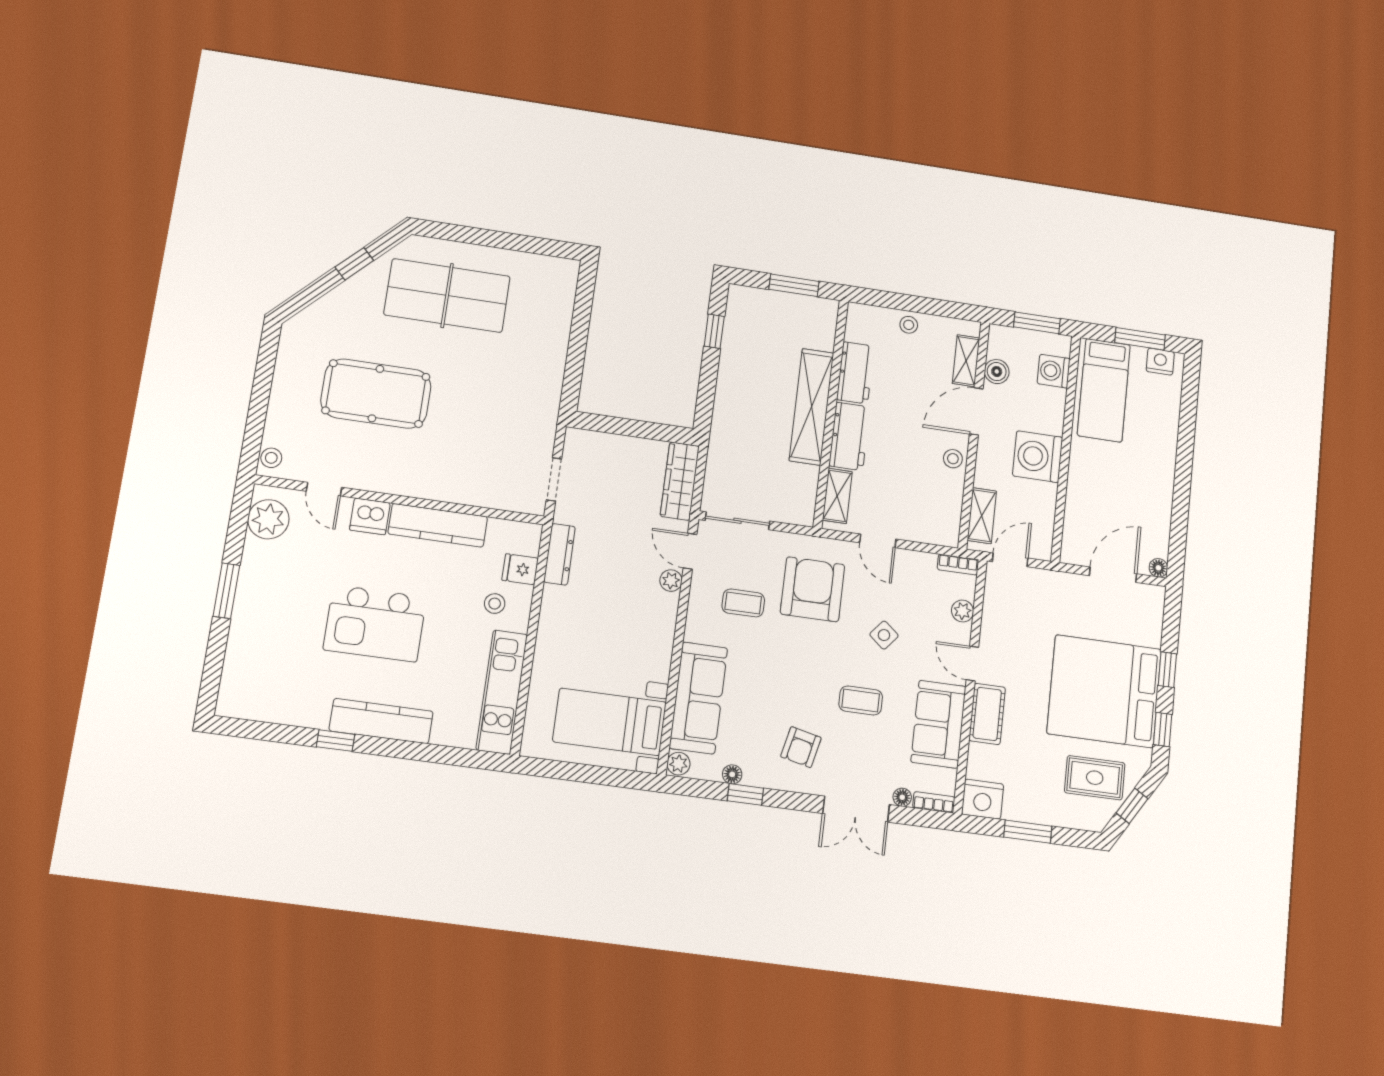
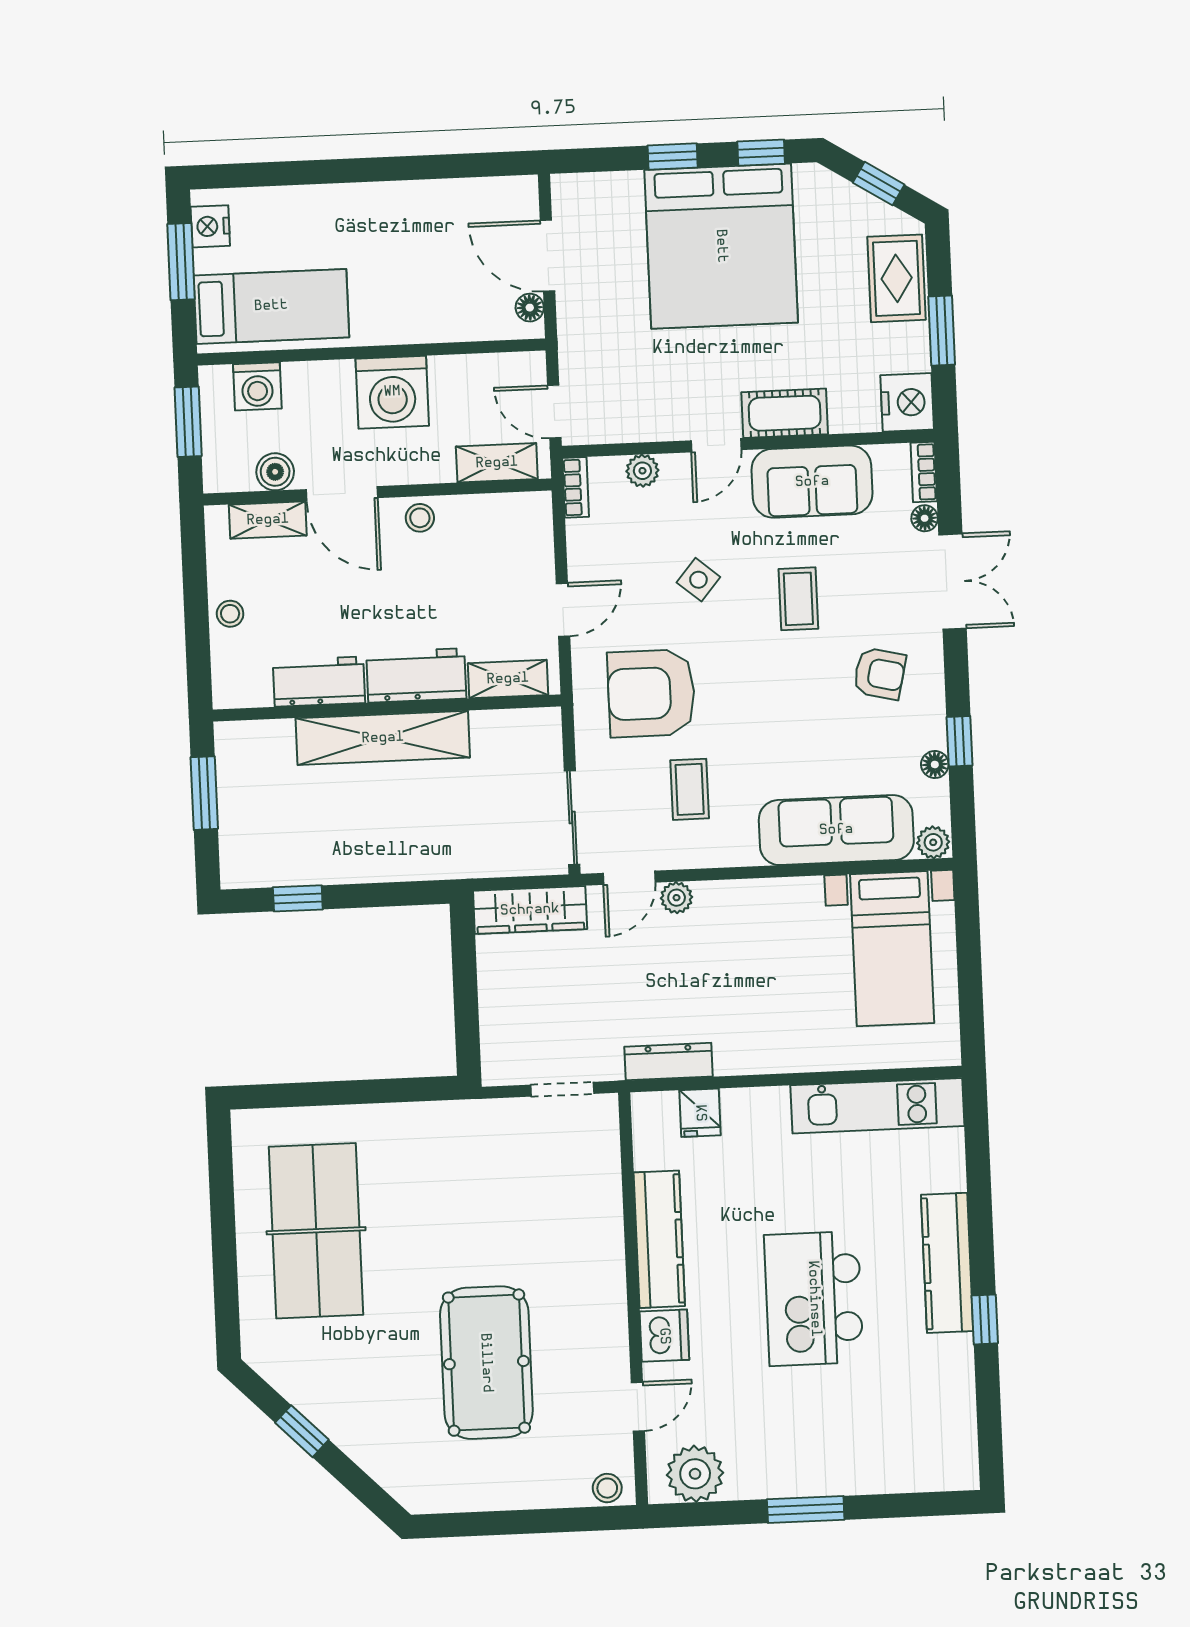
table tennis table: (447, 296) -> (316, 1231), moved
floor lamp: (1158, 568) -> (530, 308), moved
stool: (495, 604) -> (755, 1139), removed
kitchen island: (375, 623) -> (814, 1299), turned 180
rug: (1095, 778) -> (897, 278), moved

